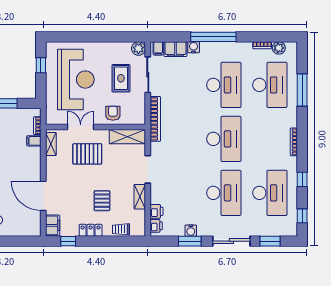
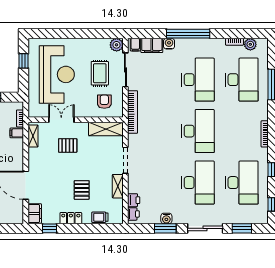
armchair: (113, 113) -> (104, 102), moved
pallet: (87, 154) -> (68, 145), width x0.67, depth x0.71

